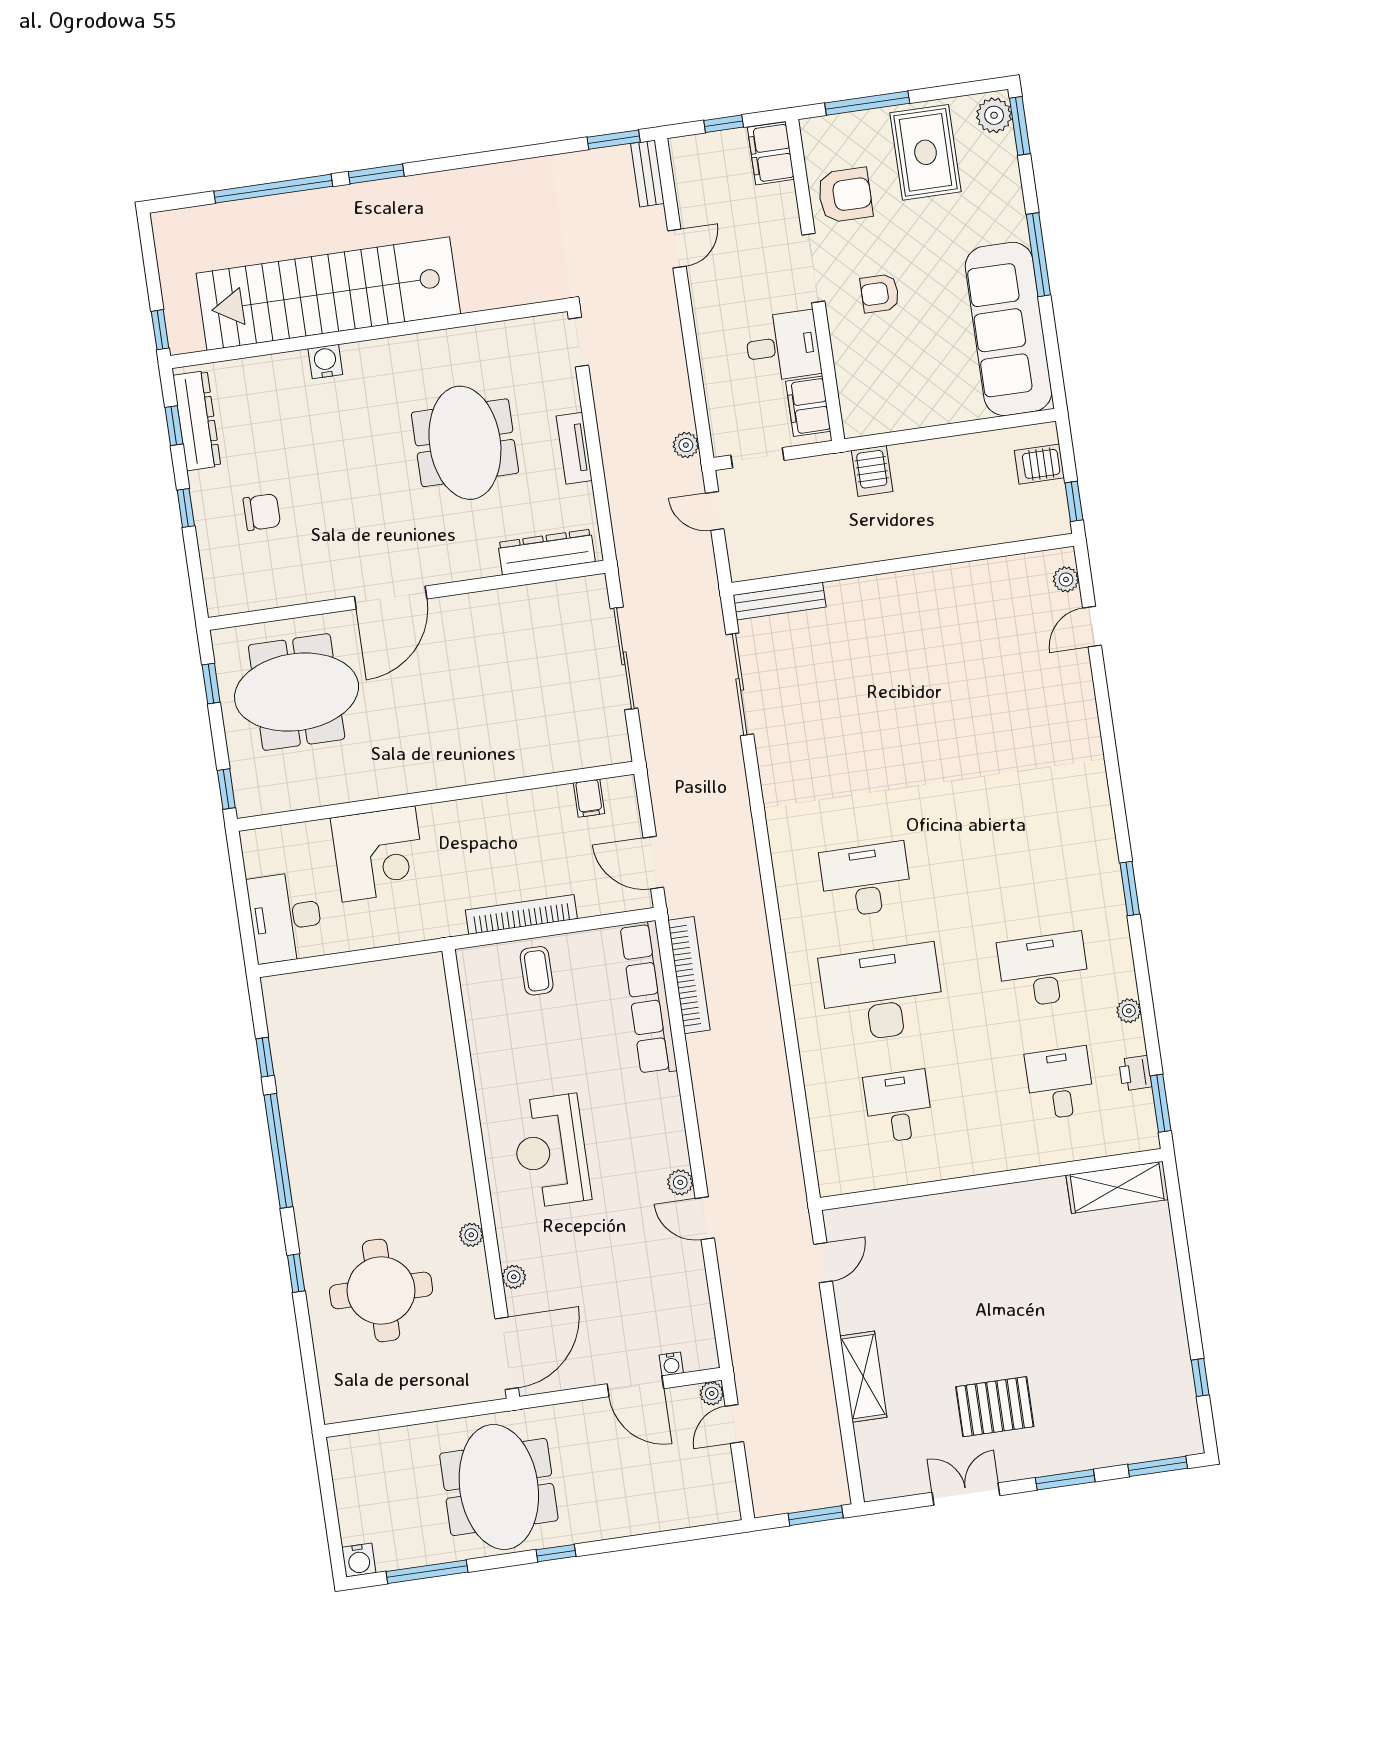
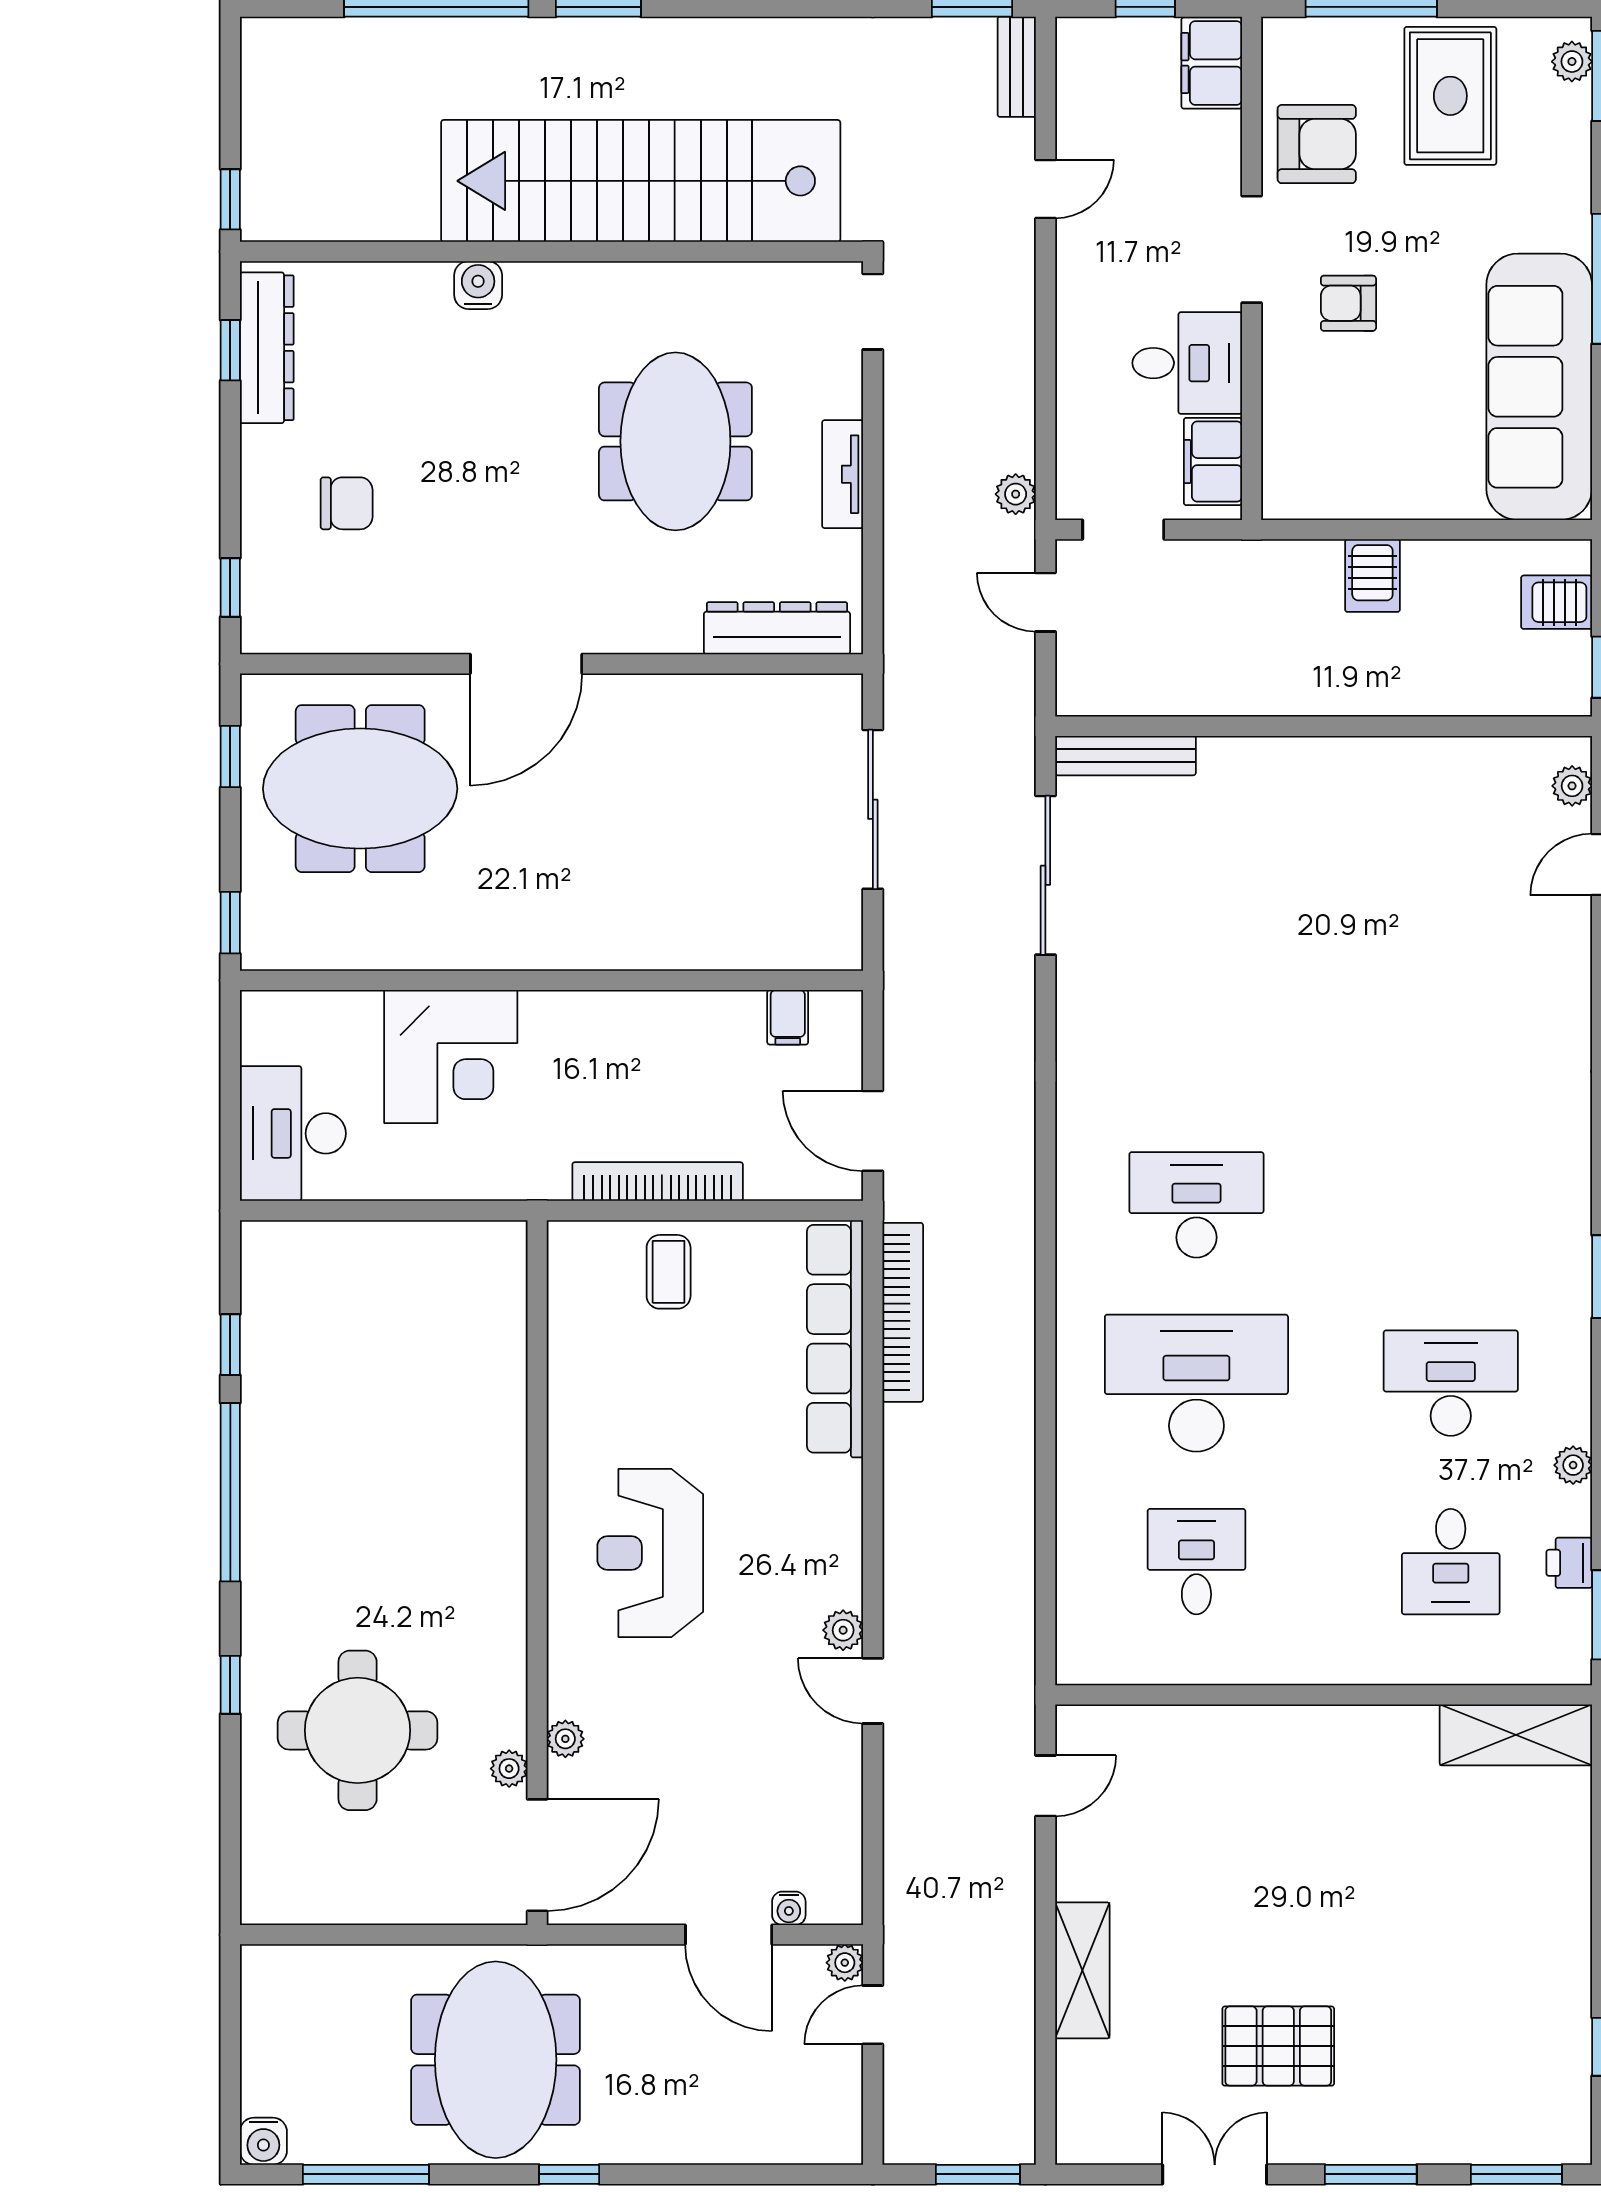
plant: (994, 115) -> (1572, 62), width x0.73, depth x0.73
stairs: (328, 294) -> (641, 181), moved
server rack: (872, 471) -> (1372, 576), moved
window: (186, 508) -> (230, 588), moved
desk: (1060, 1083) -> (1451, 1562), turned 180
plant: (471, 1235) -> (509, 1769), moved

